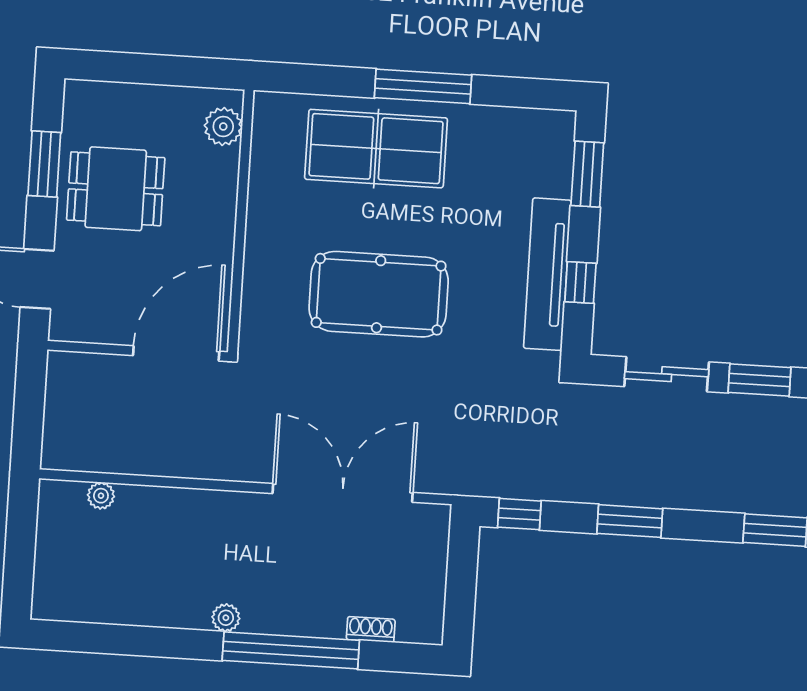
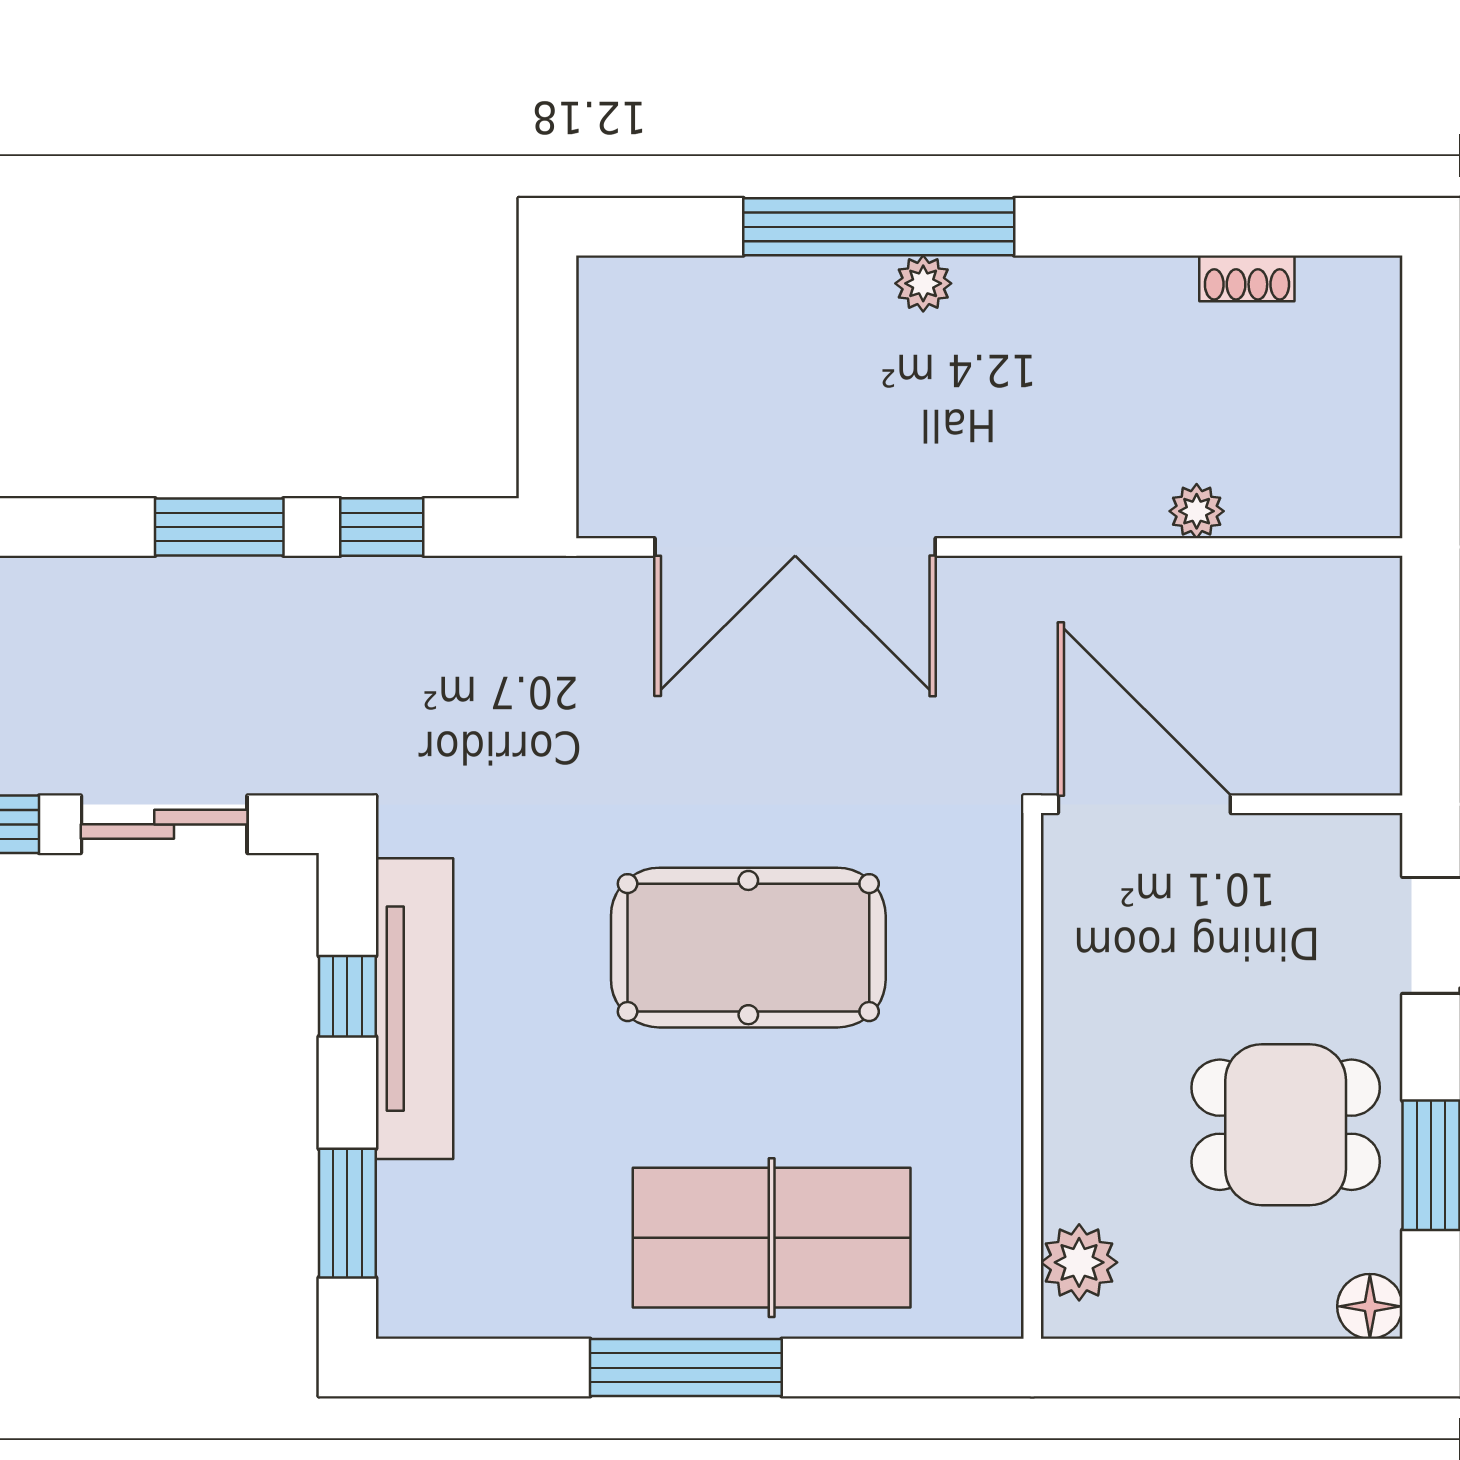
floor lamp: (79, 95) -> (1370, 1306), added
door: (176, 353) -> (1144, 804), swing flipped
plant: (101, 496) -> (1197, 511), moved
window: (519, 514) -> (382, 527), moved
plant: (226, 618) -> (923, 283), moved
shoe rack: (371, 629) -> (1247, 278), moved

